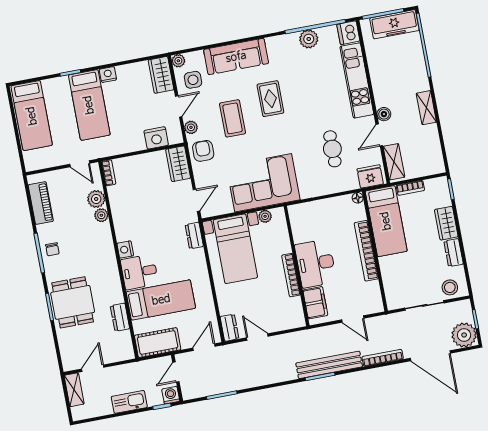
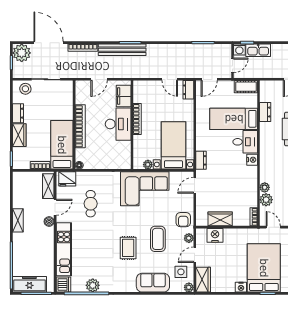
sofa: (236, 57) -> (153, 283), width x0.73
bed: (89, 105) -> (264, 268), width x1.50
wardrobe: (178, 164) -> (220, 219), moved, turned -90
door: (353, 319) -> (99, 79), swing flipped
cot: (158, 343) -> (246, 87), width x0.73, depth x0.75
kitchen sink: (129, 402) -> (258, 50), moved

